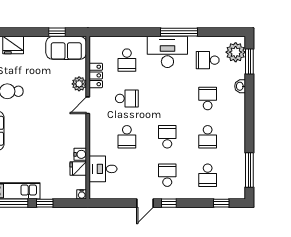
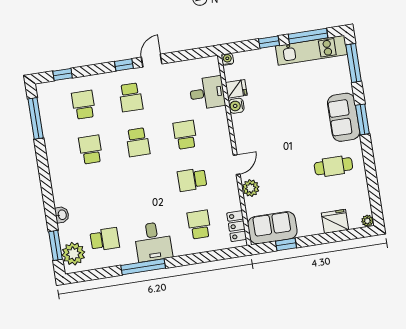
desk: (167, 52) -> (153, 242), width x0.73
locker: (96, 75) -> (237, 226), moved
school desk: (208, 98) -> (98, 194), removed

